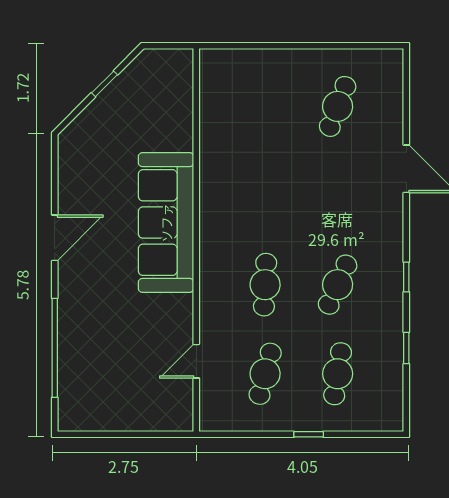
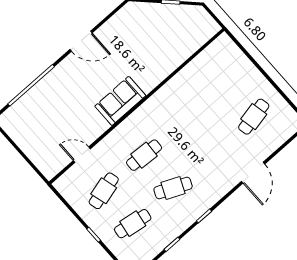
cafe table: (338, 106) -> (254, 117), turned -33
sofa: (166, 223) -> (120, 101), width x0.54, depth x0.79
cafe table: (265, 374) -> (104, 191), turned -30

